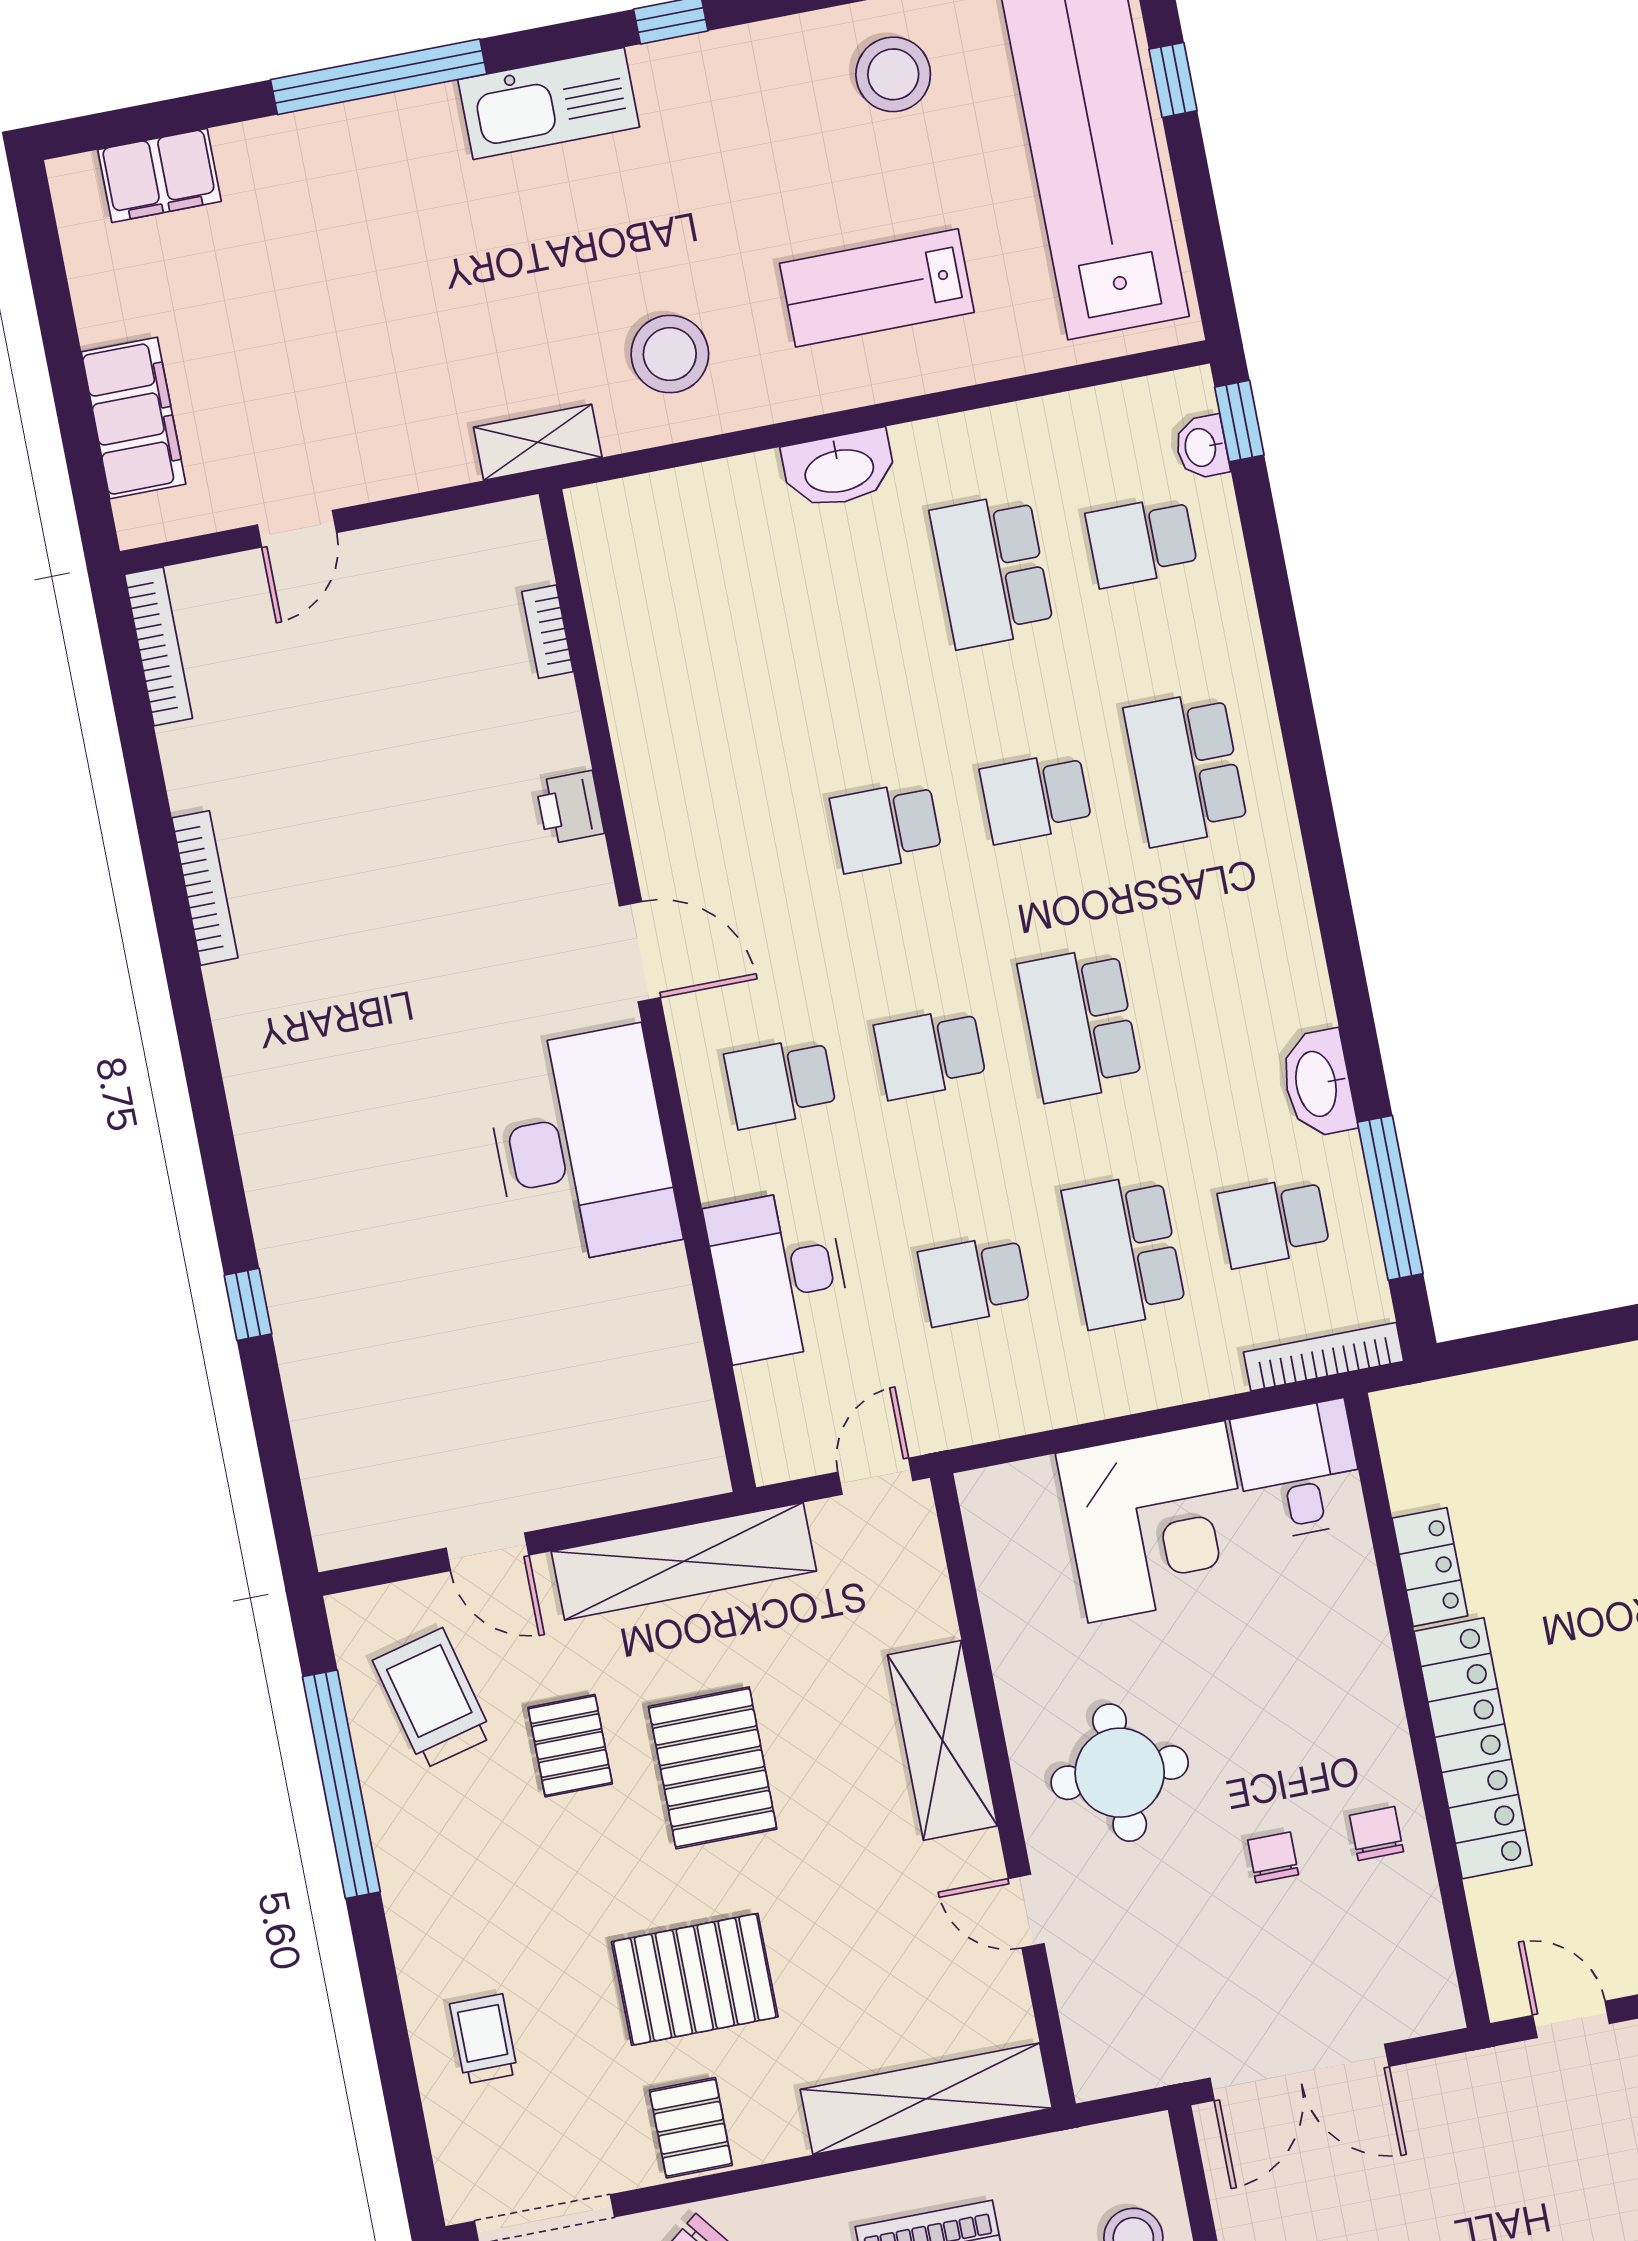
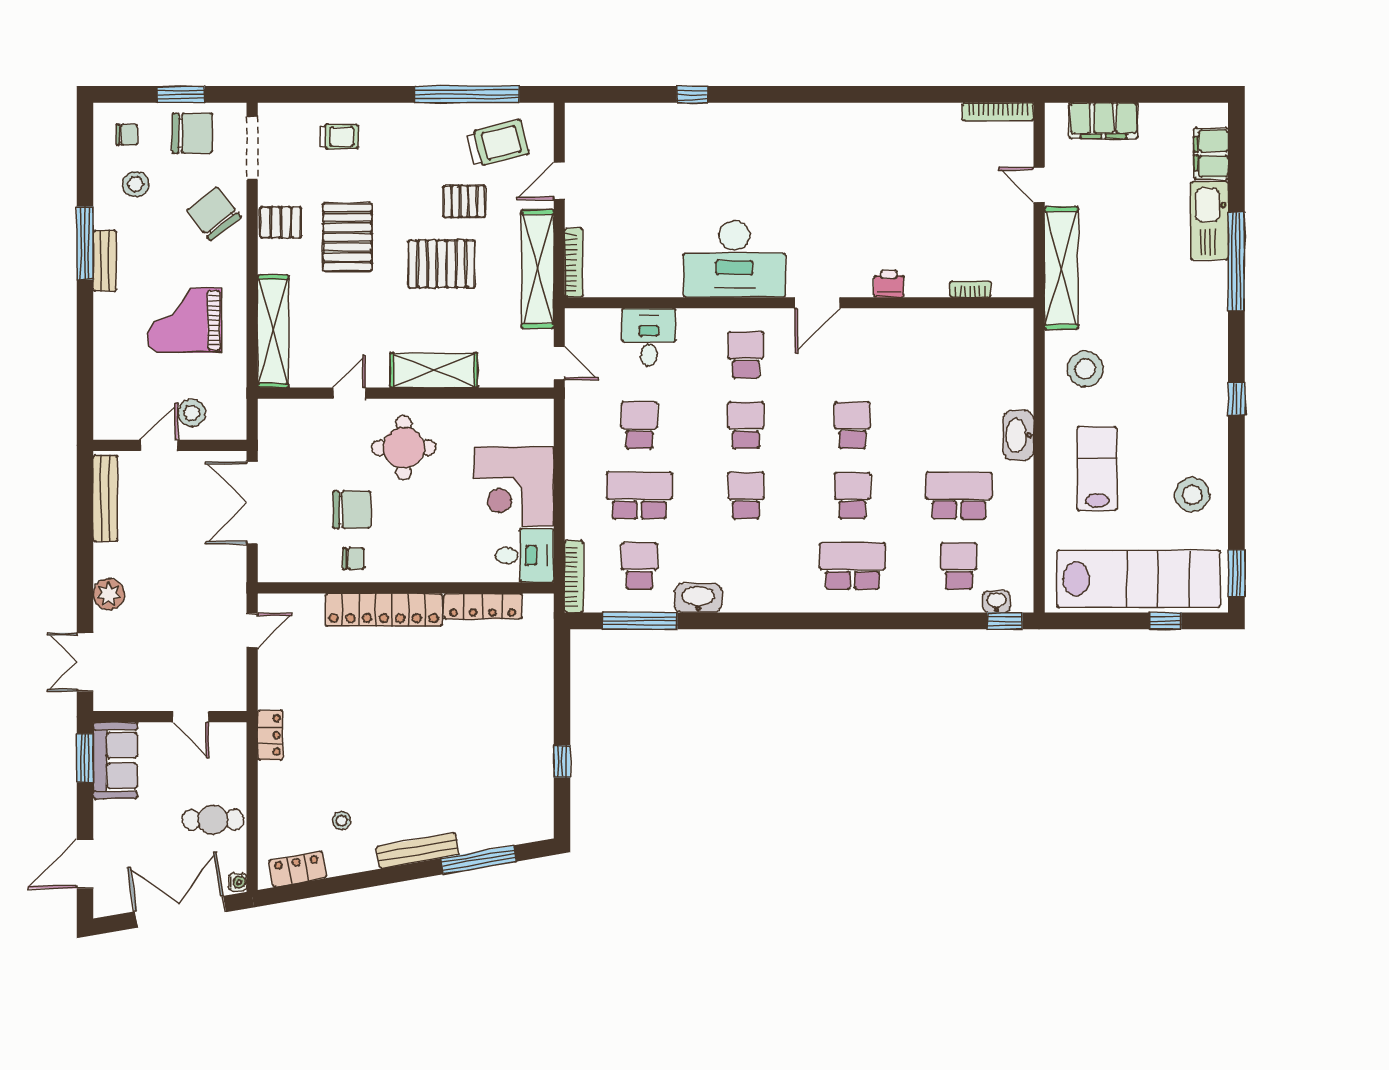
kitchen sink: (549, 103) -> (1209, 221), moved
shelving: (538, 442) -> (1061, 268), width x2.20, depth x1.33
bookcase: (205, 888) -> (574, 263), moved, turned -90
school desk: (1080, 1024) -> (746, 496), width x0.54
desk: (779, 1275) -> (649, 337), width x0.73
locker: (1430, 1567) -> (483, 606), width x1.53
chair: (1273, 1857) -> (352, 510), width x1.87, depth x1.87

